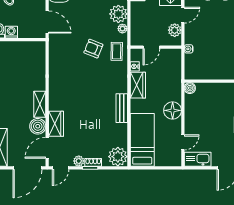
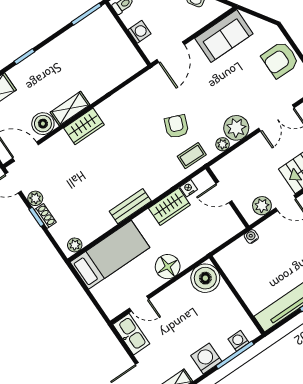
washing machine: (11, 32) -> (140, 32), moved
boiler: (190, 88) -> (205, 278), width x1.86, depth x1.86
wardrobe: (56, 124) -> (84, 126), moved
plant: (118, 157) -> (75, 245), width x0.53, depth x0.53

